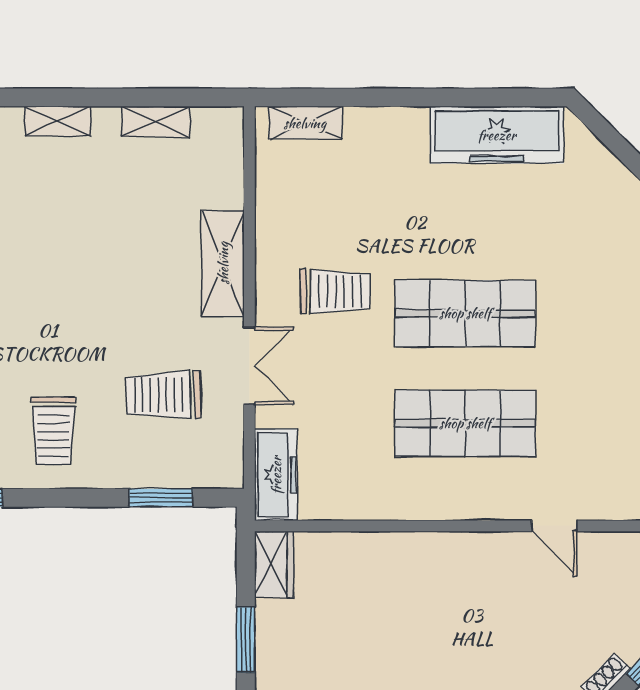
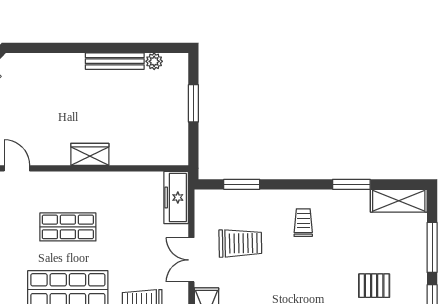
shop shelf: (465, 423) -> (68, 227), width x0.70, depth x0.74
trolley: (53, 431) -> (303, 223), width x0.73, depth x0.72
wardrobe: (274, 564) -> (90, 154), moved, turned 90

